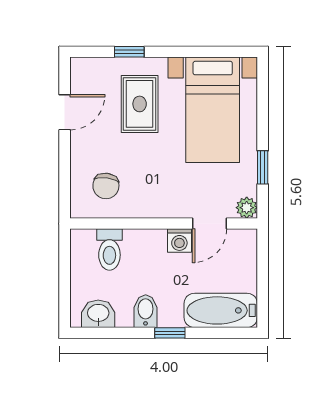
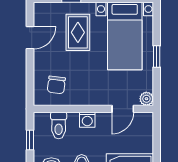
window: (263, 167) -> (157, 56), moved
washing machine: (179, 241) -> (87, 120), moved
window: (65, 272) -> (30, 140), added

